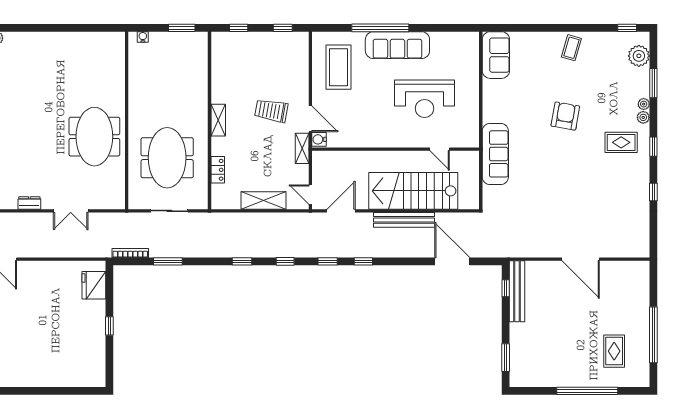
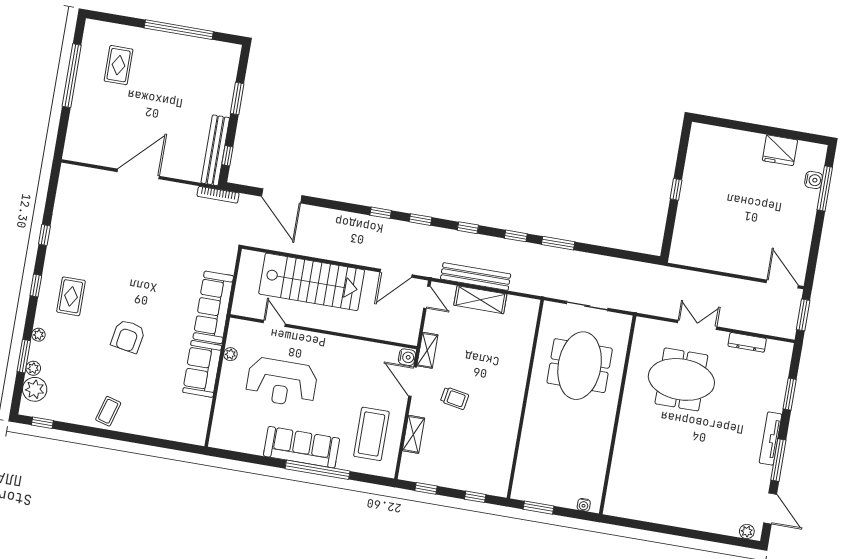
sofa: (496, 55) -> (202, 369), moved
reception desk: (424, 99) -> (282, 382), turned 180
trolley: (271, 111) -> (455, 398), width x0.73, depth x0.72
plant: (473, 116) -> (230, 354), added
plant: (643, 117) -> (33, 368), moved
shelving: (218, 120) -> (413, 434), moved
meeting table: (94, 137) -> (681, 379), moved, turned 90
rug: (621, 142) -> (71, 296), turned 90
locker: (218, 170) -> (525, 343), removed
dresser: (29, 203) -> (747, 342), width x1.44
bench: (404, 220) -> (476, 277), moved
bookcase: (130, 253) -> (218, 195), moved
door: (581, 259) -> (138, 174), hinge flipped
window: (168, 261) -> (558, 243), moved
fridge: (94, 285) -> (780, 150), moved, turned 90
window: (506, 358) -> (237, 99), moved
window: (587, 391) -> (179, 30), moved

